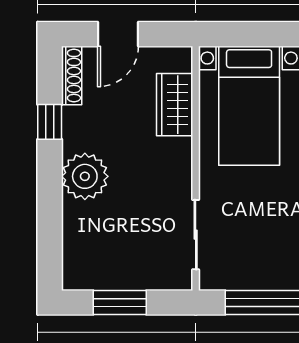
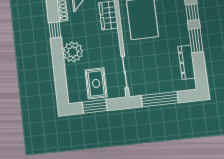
rug: (129, 252) -> (96, 83), added

